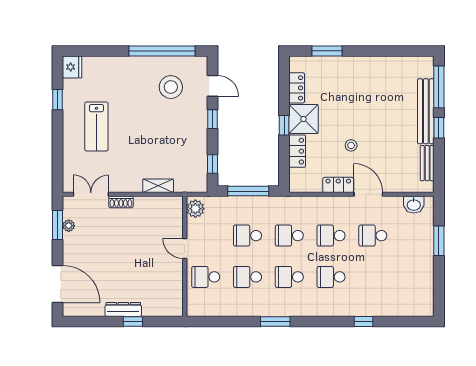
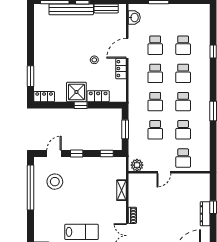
locker: (297, 88) -> (44, 97), moved
window: (248, 191) -> (125, 129), width x0.69
school desk: (373, 277) -> (183, 45), added

